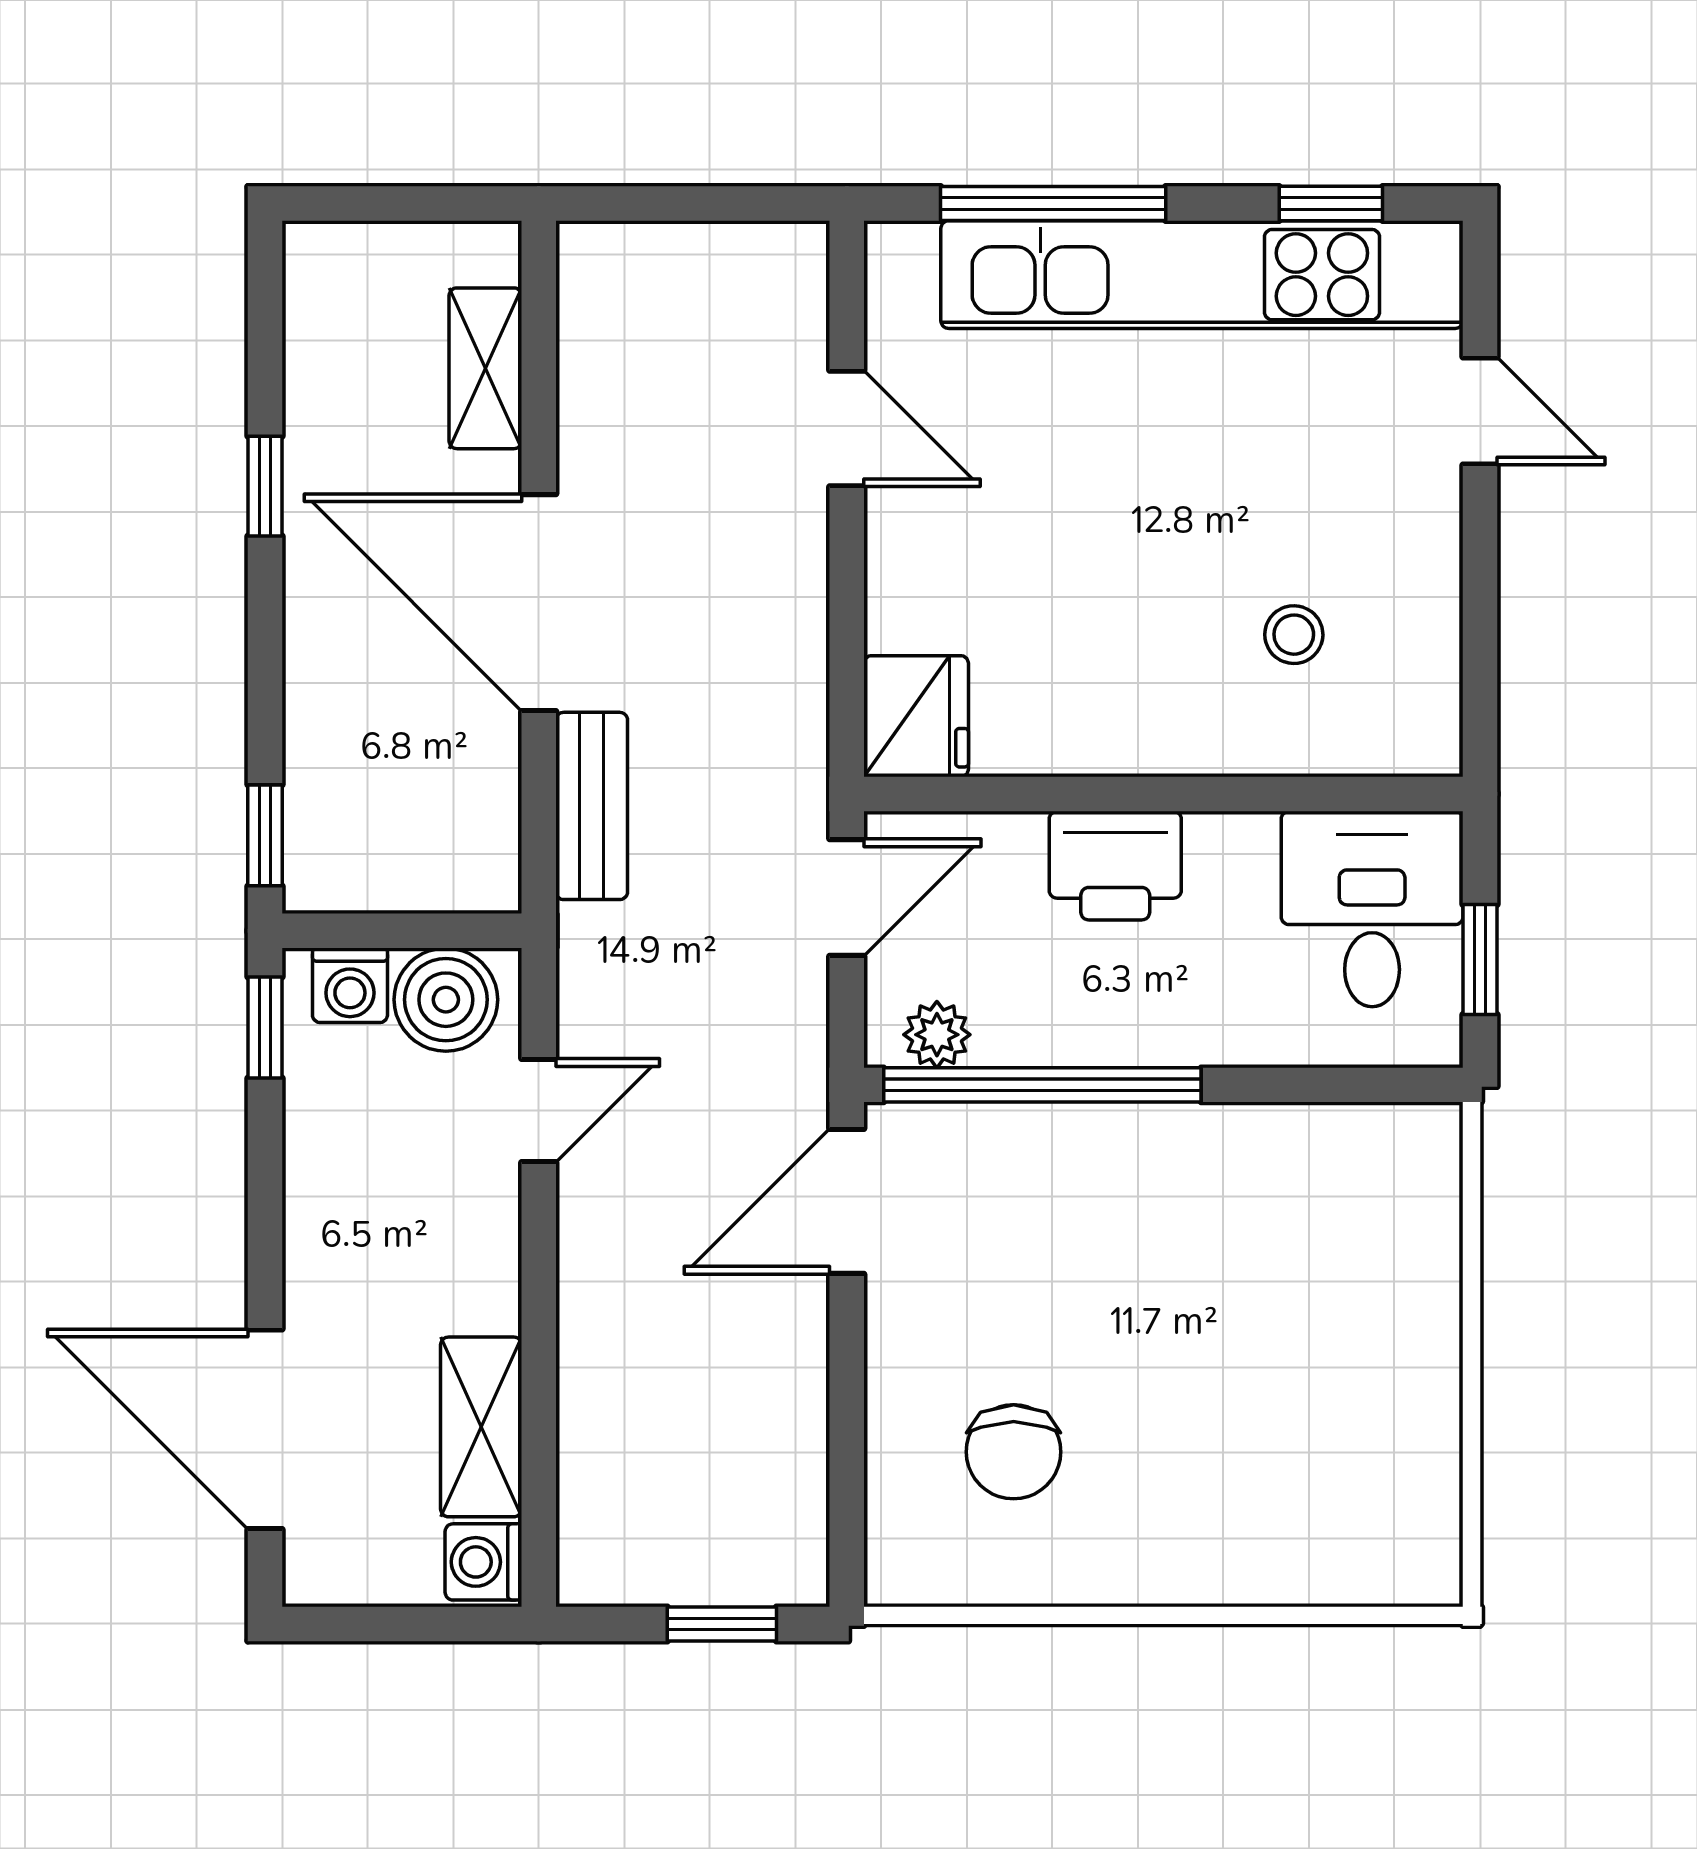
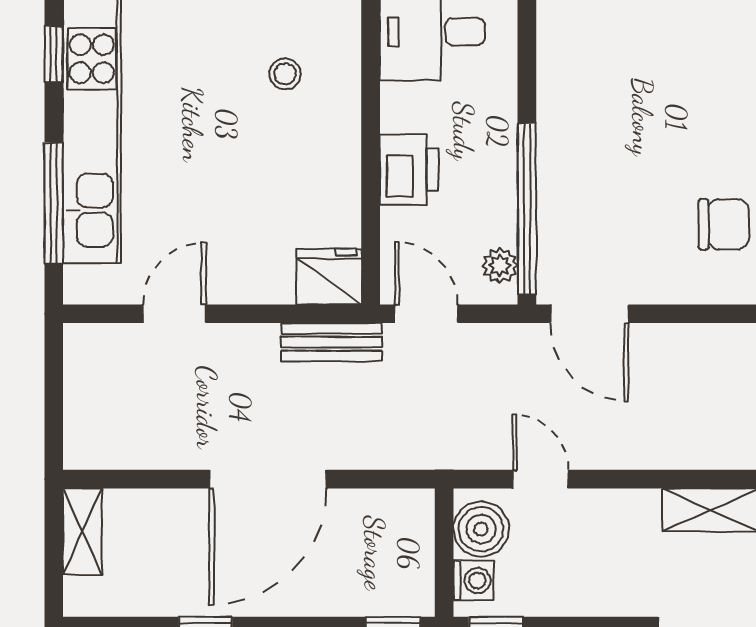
shelving: (485, 368) -> (82, 532), moved, turned 90
bench: (592, 806) -> (331, 342), moved

